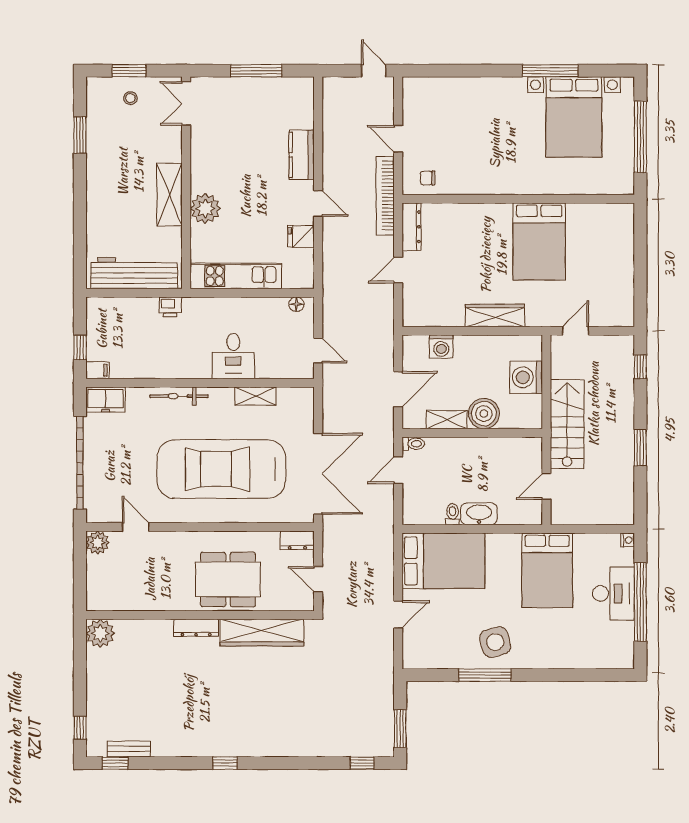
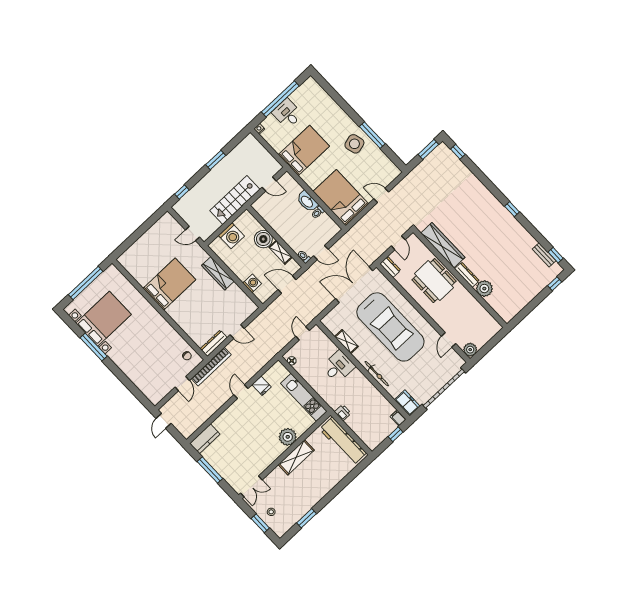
kitchen counter: (302, 155) -> (205, 439), moved
desk: (613, 593) -> (287, 114), width x0.73
plant: (100, 633) -> (484, 289), moved

